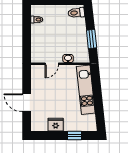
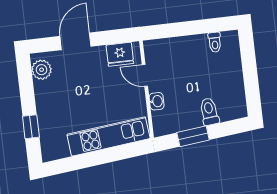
toilet: (76, 13) -> (209, 112), moved
plant: (41, 125) -> (42, 70), added
fridge: (56, 125) -> (120, 54), moved, turned 90

